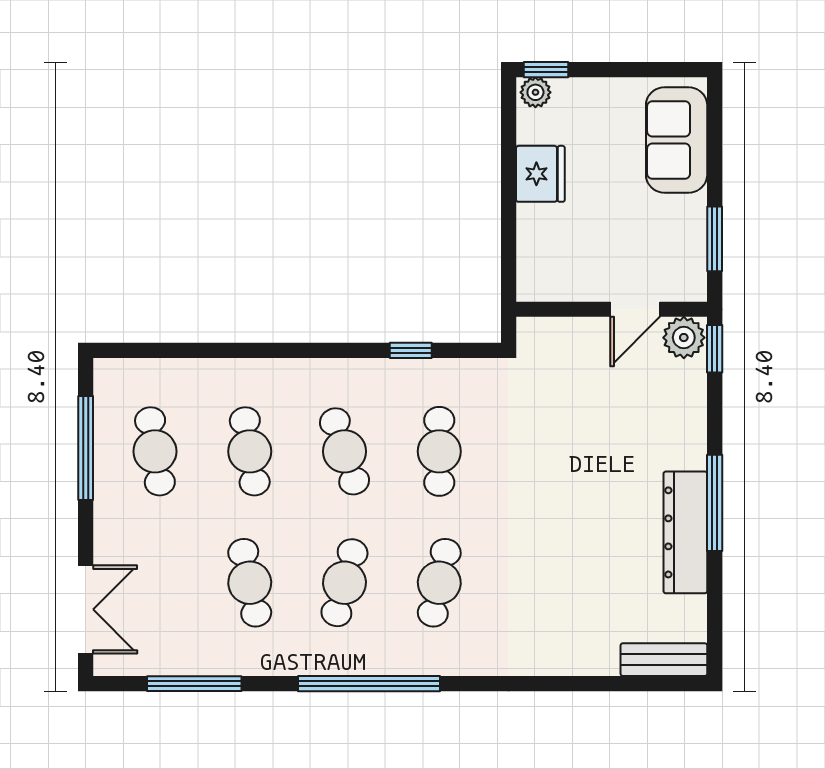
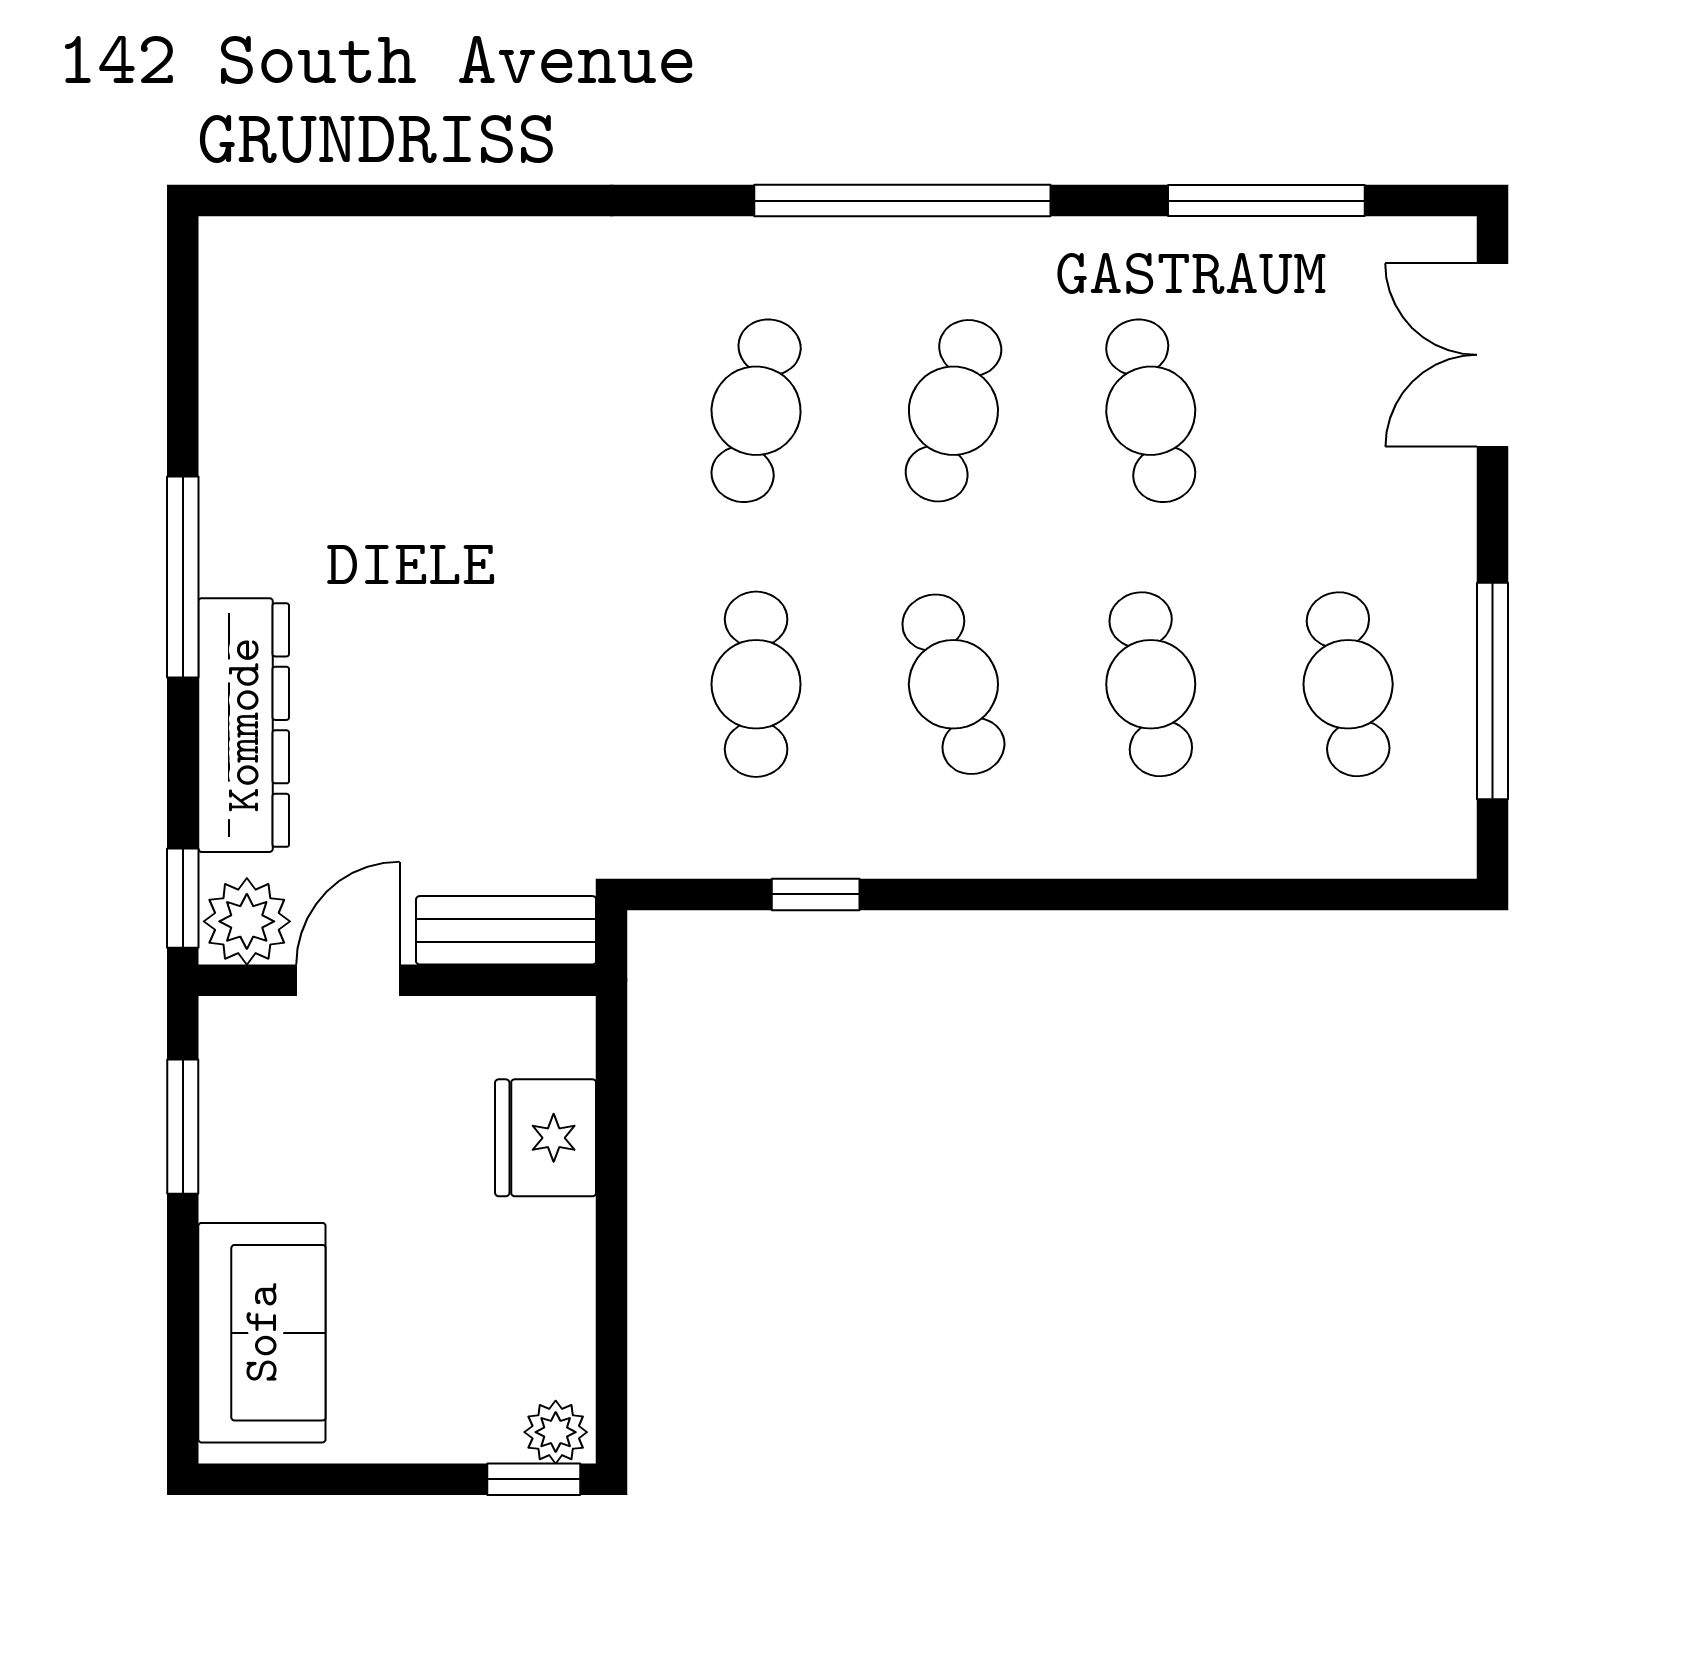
fridge: (540, 174) -> (546, 1138), moved
dresser: (685, 532) -> (244, 725), moved
bench: (664, 660) -> (506, 930), moved

